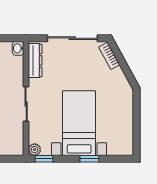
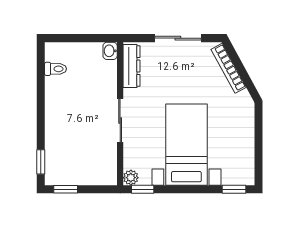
sliding door: (72, 38) -> (178, 38), width x0.73
bookcase: (109, 56) -> (229, 68), width x1.56
window: (89, 159) -> (234, 189), moved

